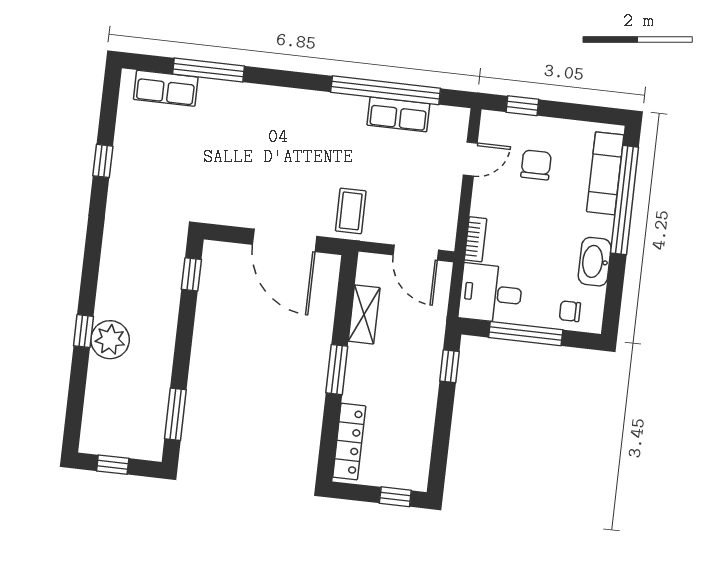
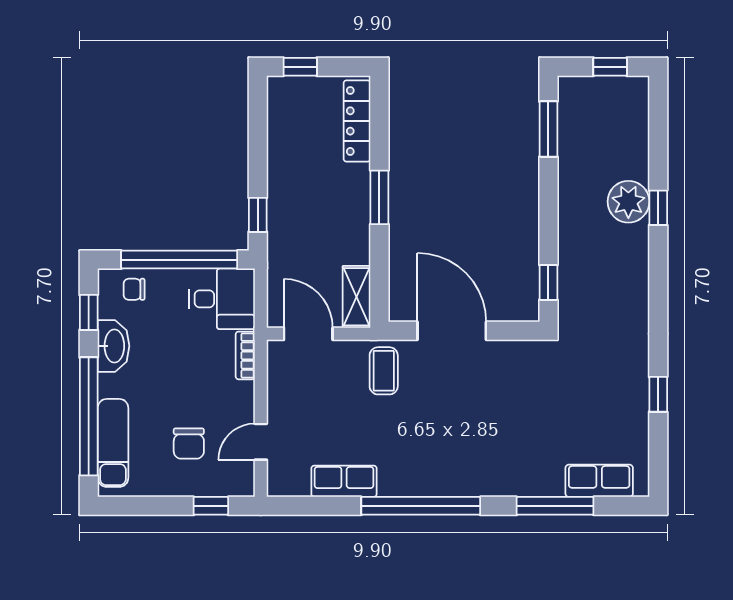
window: (386, 90) -> (421, 506), moved
window: (614, 295) -> (89, 312), added
chair: (570, 311) -> (134, 289), turned 180
shelving: (364, 314) -> (357, 297), moved
window: (526, 334) -> (179, 260), width x1.46

